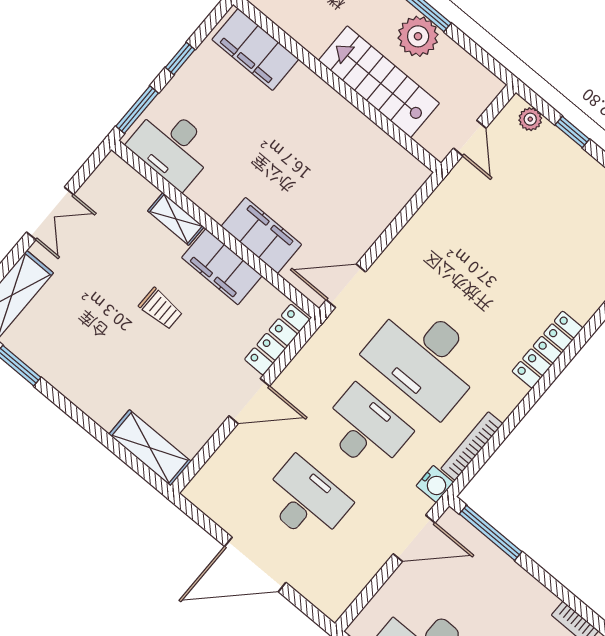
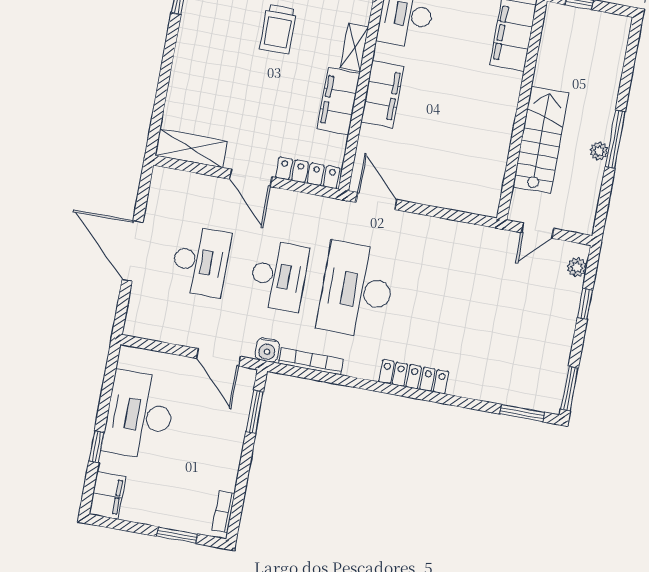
plant: (418, 36) -> (599, 151), width x0.53, depth x0.53
filing cabinet: (261, 235) -> (382, 94), moved
trolley: (161, 309) -> (278, 29), moved, width x1.36, depth x1.39
shelving: (150, 448) -> (191, 148), moved, turned 90
window: (491, 533) -> (255, 412), width x0.69

